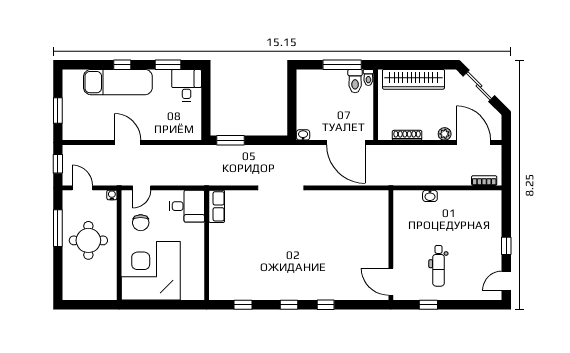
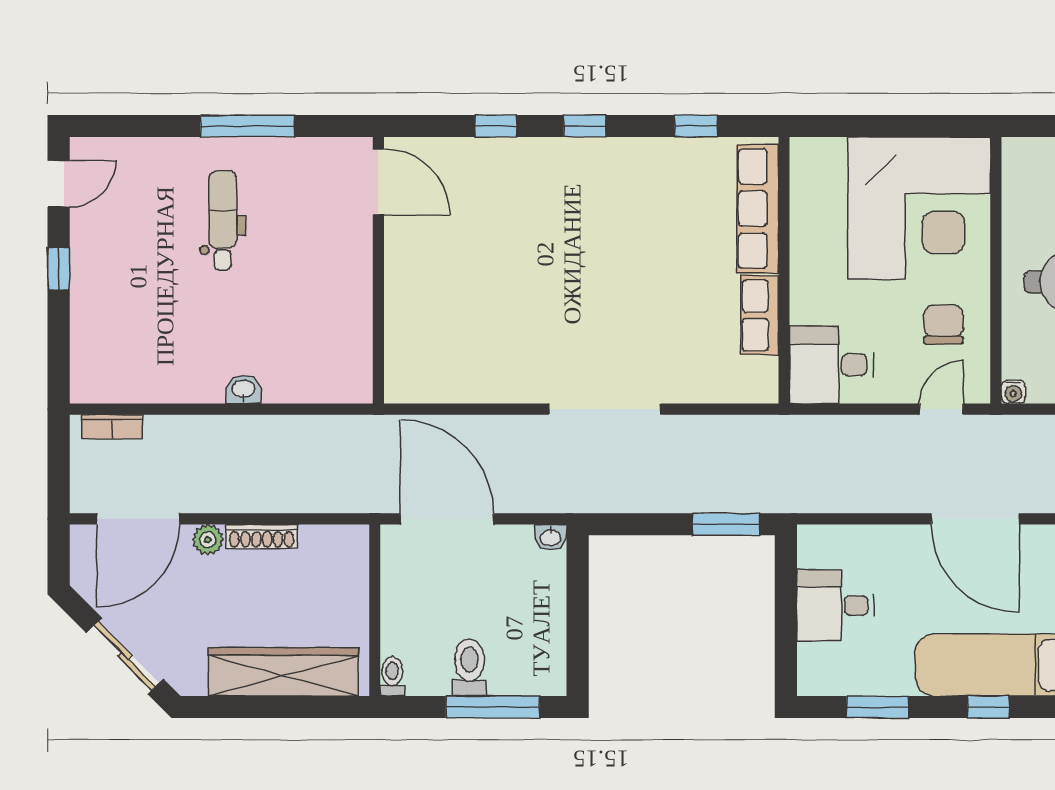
window: (342, 65) -> (493, 707), moved
toilet: (355, 81) -> (469, 667), moved
desk: (187, 85) -> (835, 606), moved, turned 90
shoe rack: (407, 135) -> (262, 536), moved
door: (128, 142) -> (975, 519), width x1.36
door: (474, 142) -> (138, 519), hinge flipped
row of seats: (217, 206) -> (760, 315), moved
wall: (391, 245) -> (378, 270), moved
row of seats: (217, 271) -> (758, 209), added
door: (391, 282) -> (378, 182), moved
window: (428, 305) -> (247, 126), width x2.17

